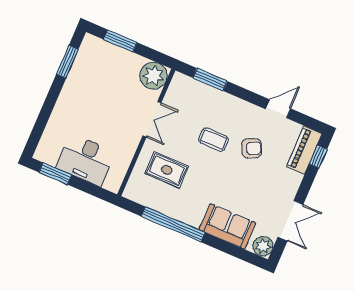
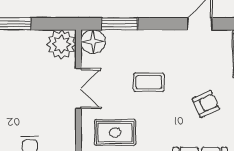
floor lamp: (181, 85) -> (93, 42), added
armchair: (252, 148) -> (206, 104), moved

